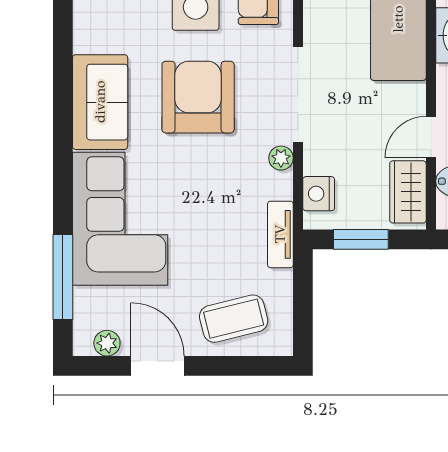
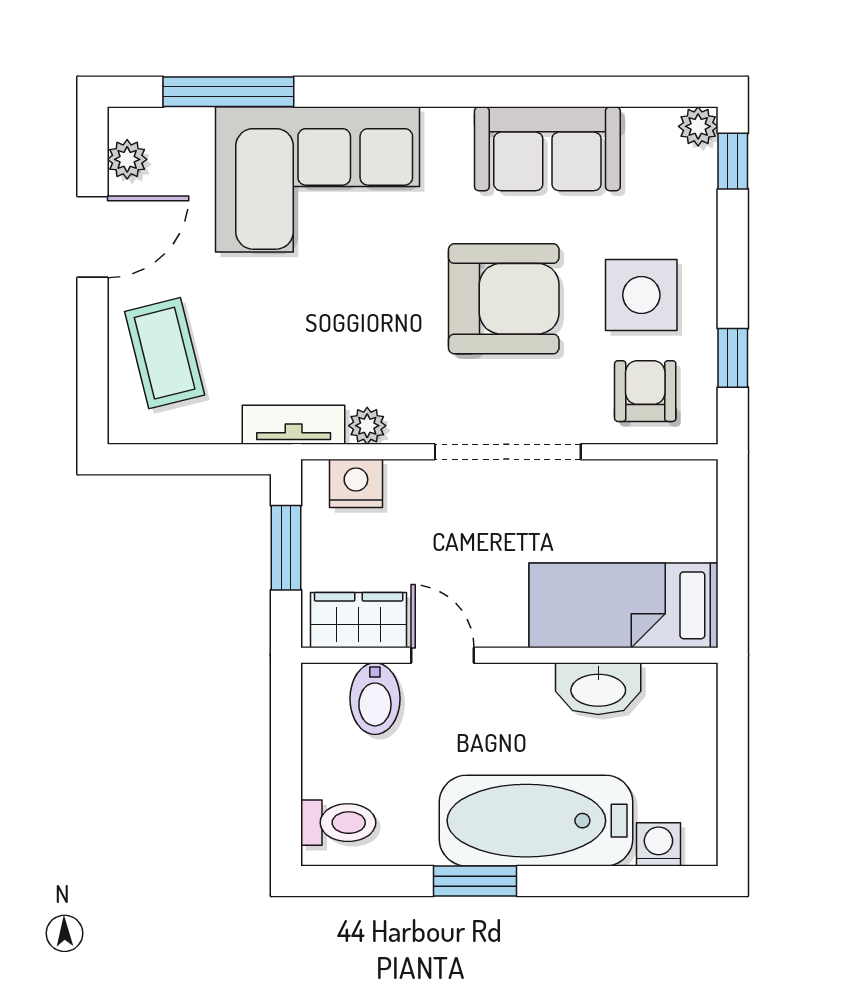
sofa: (100, 102) -> (547, 149), moved
plant: (281, 158) -> (367, 426), moved

